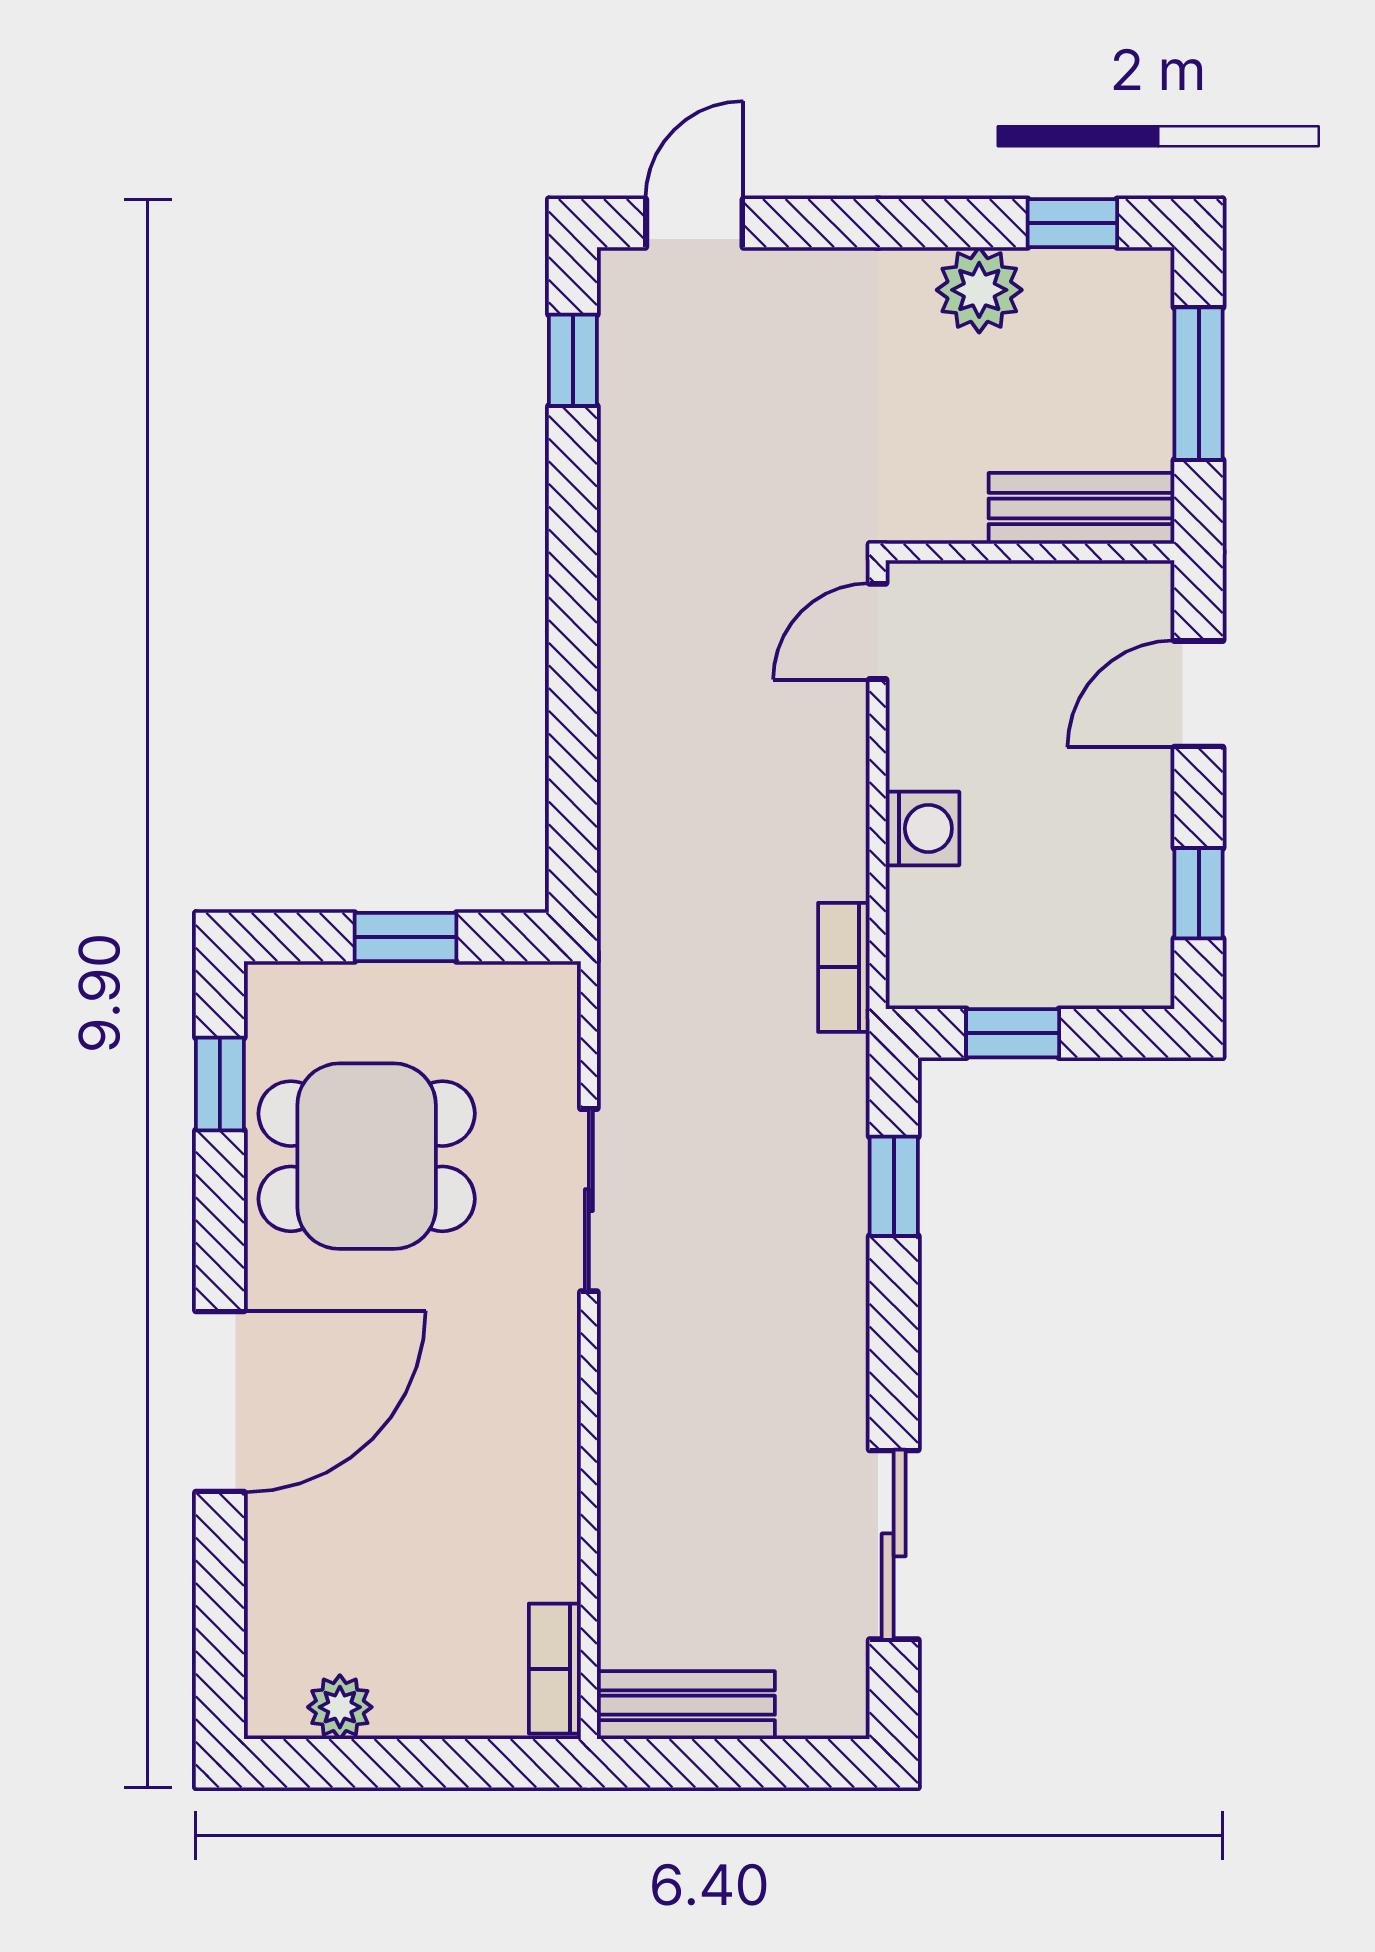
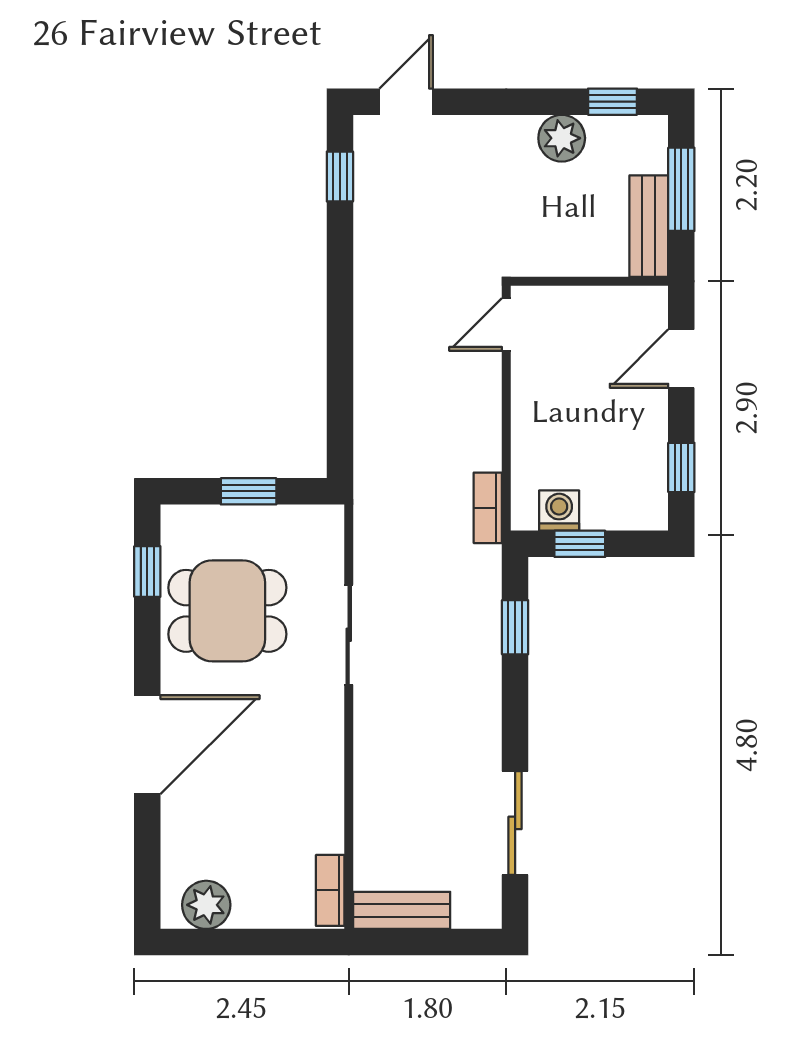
bench: (1081, 508) -> (649, 226), moved, turned 90
washing machine: (923, 828) -> (559, 511), moved, turned -90
plant: (340, 1707) -> (206, 905), width x1.38, depth x1.38

